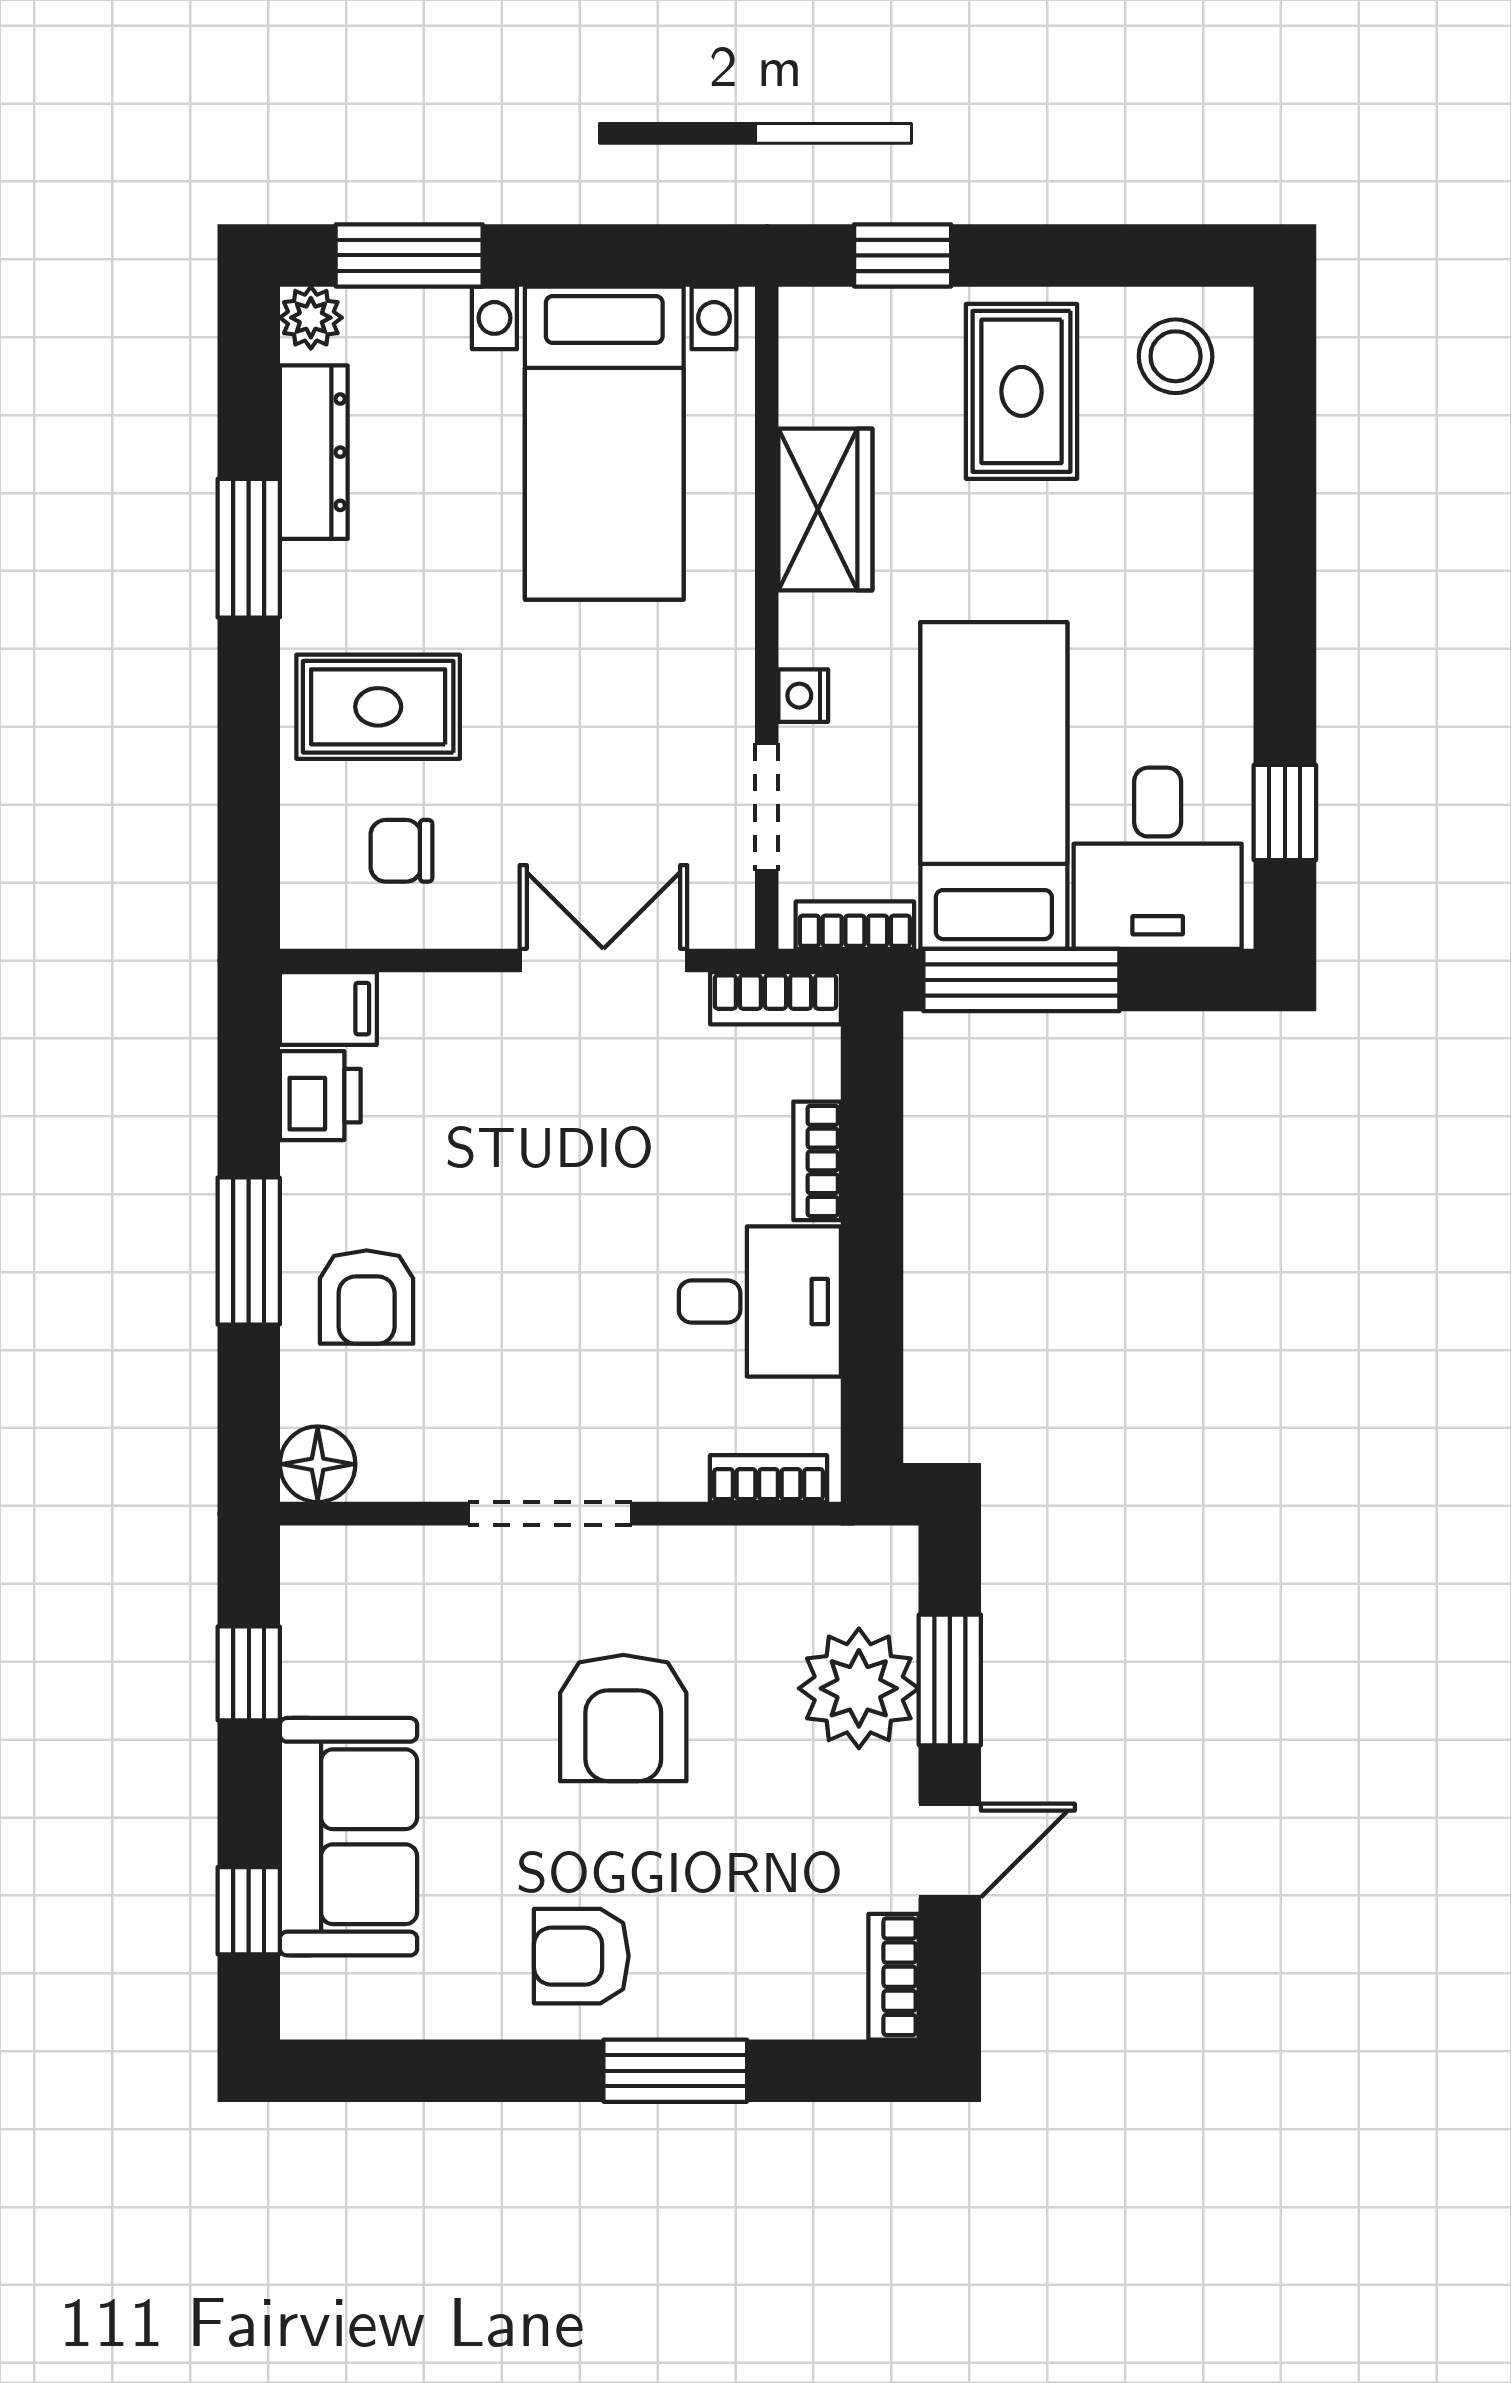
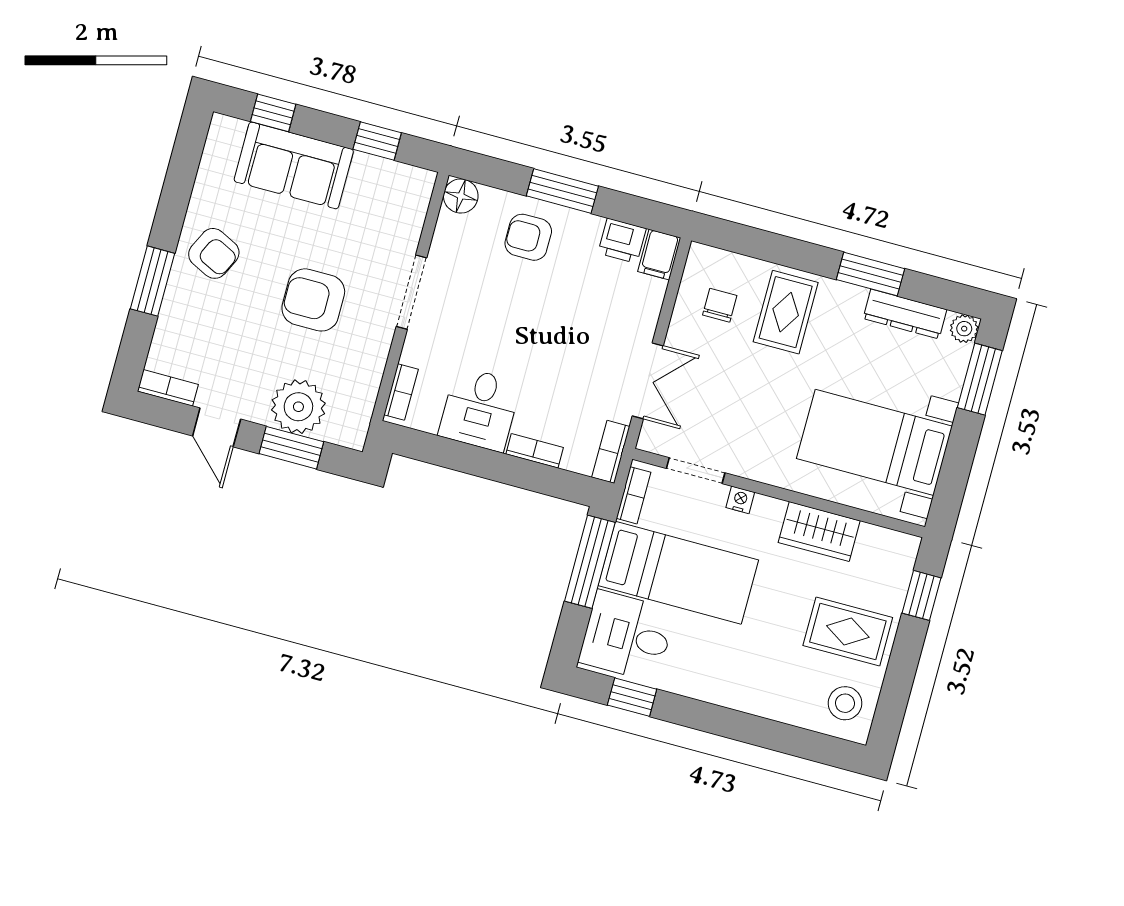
armchair: (581, 1956) -> (214, 253), turned 116

